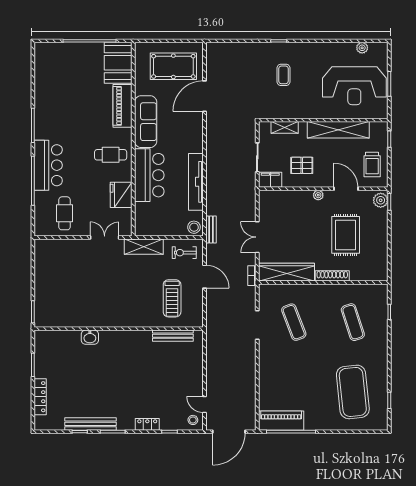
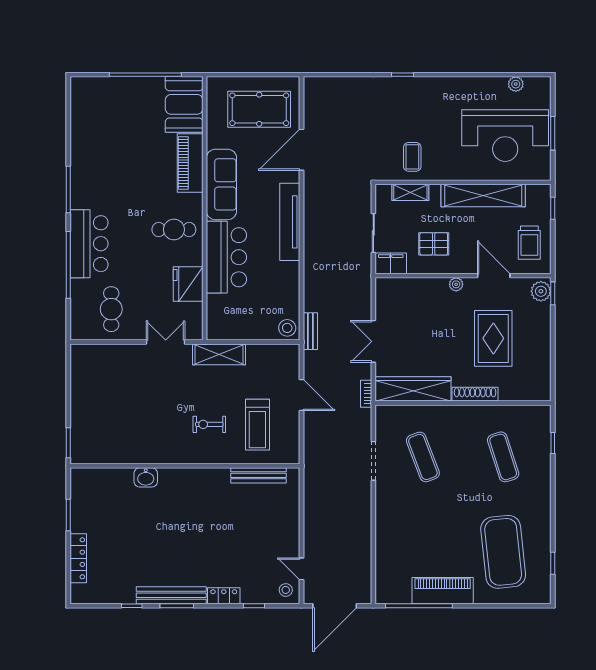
coffee table: (283, 75) -> (412, 157), moved
tv unit: (196, 182) -> (290, 222), moved
exercise bike: (184, 253) -> (209, 424), moved
piano: (281, 421) -> (443, 591), moved
bench: (91, 424) -> (171, 595), moved

